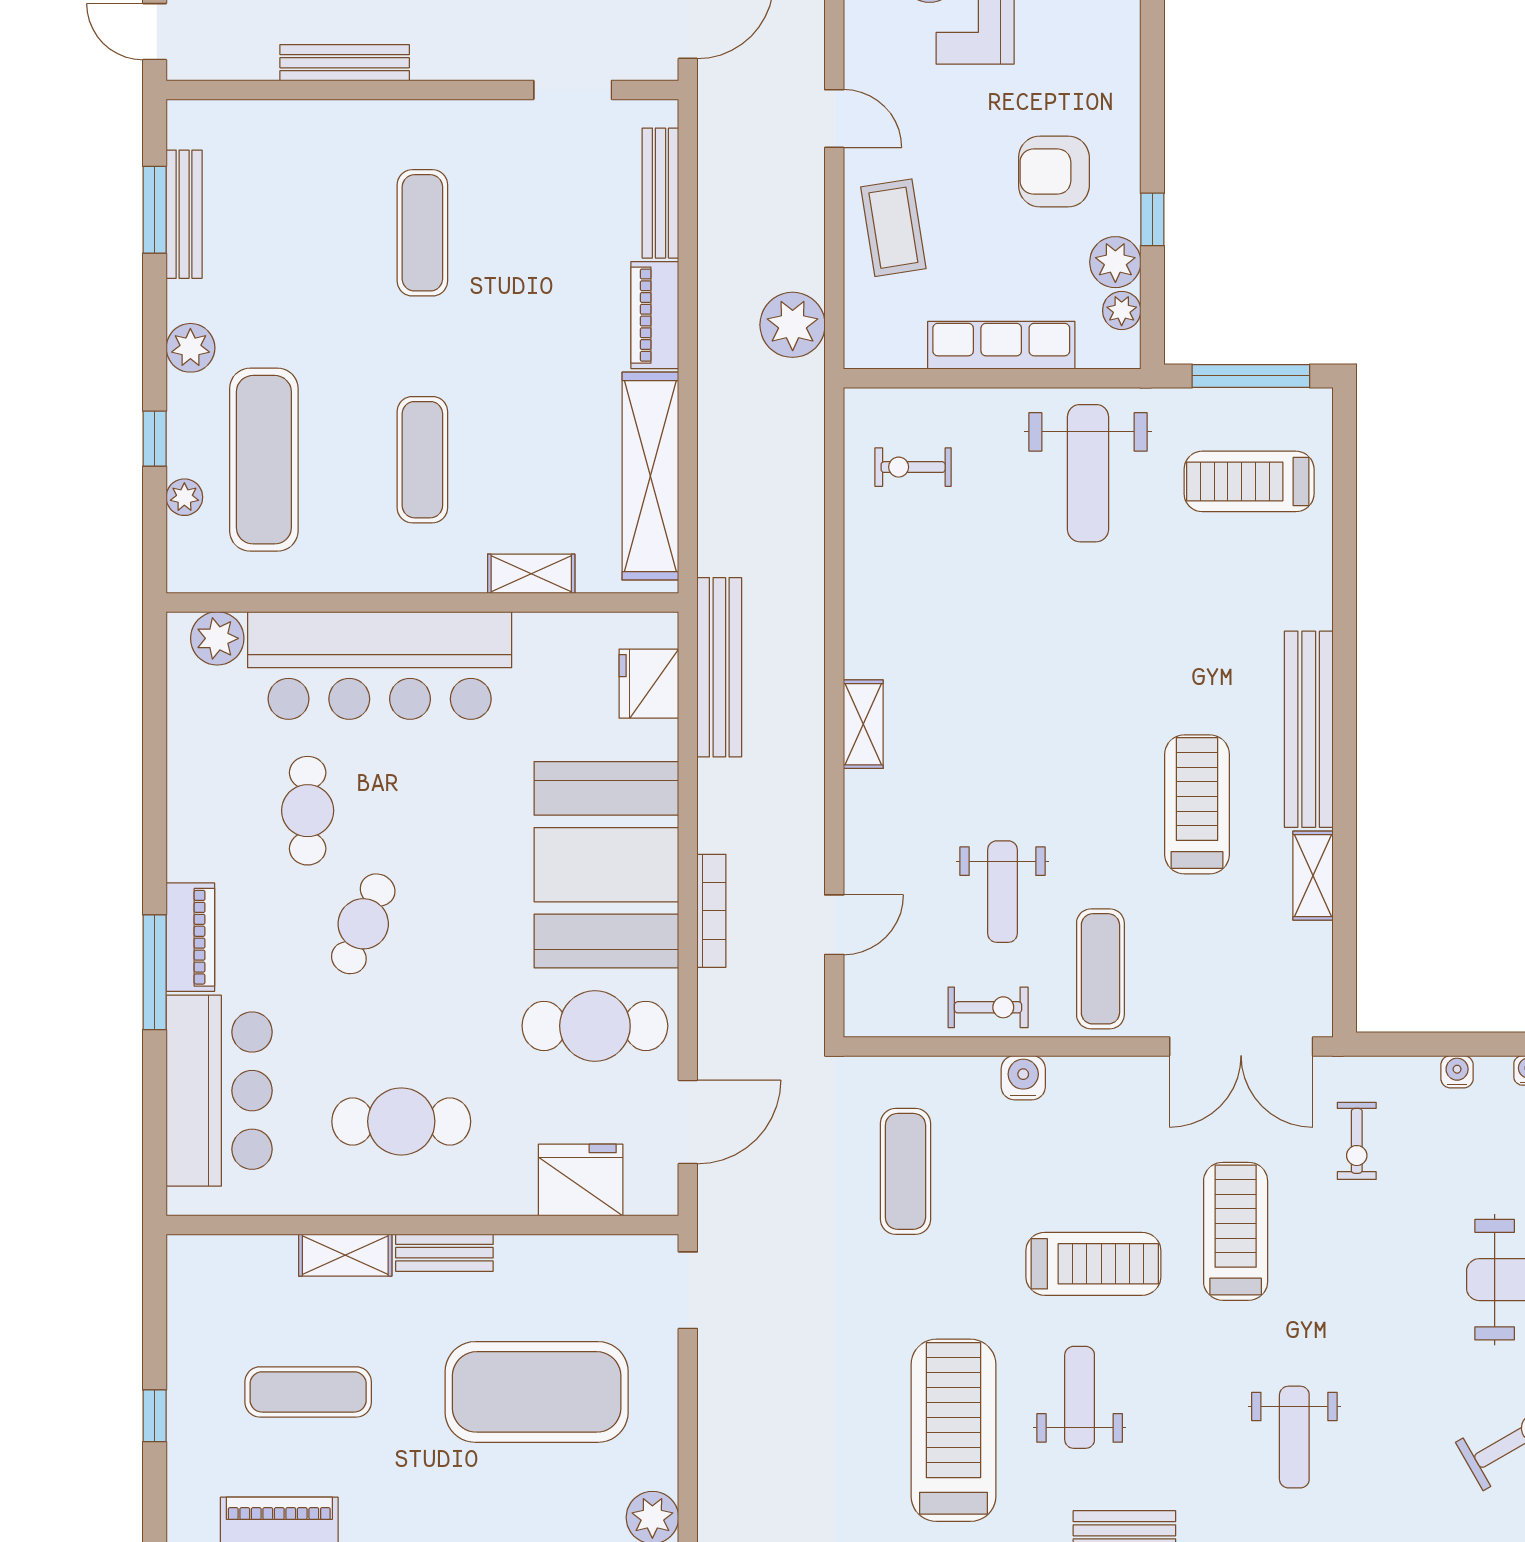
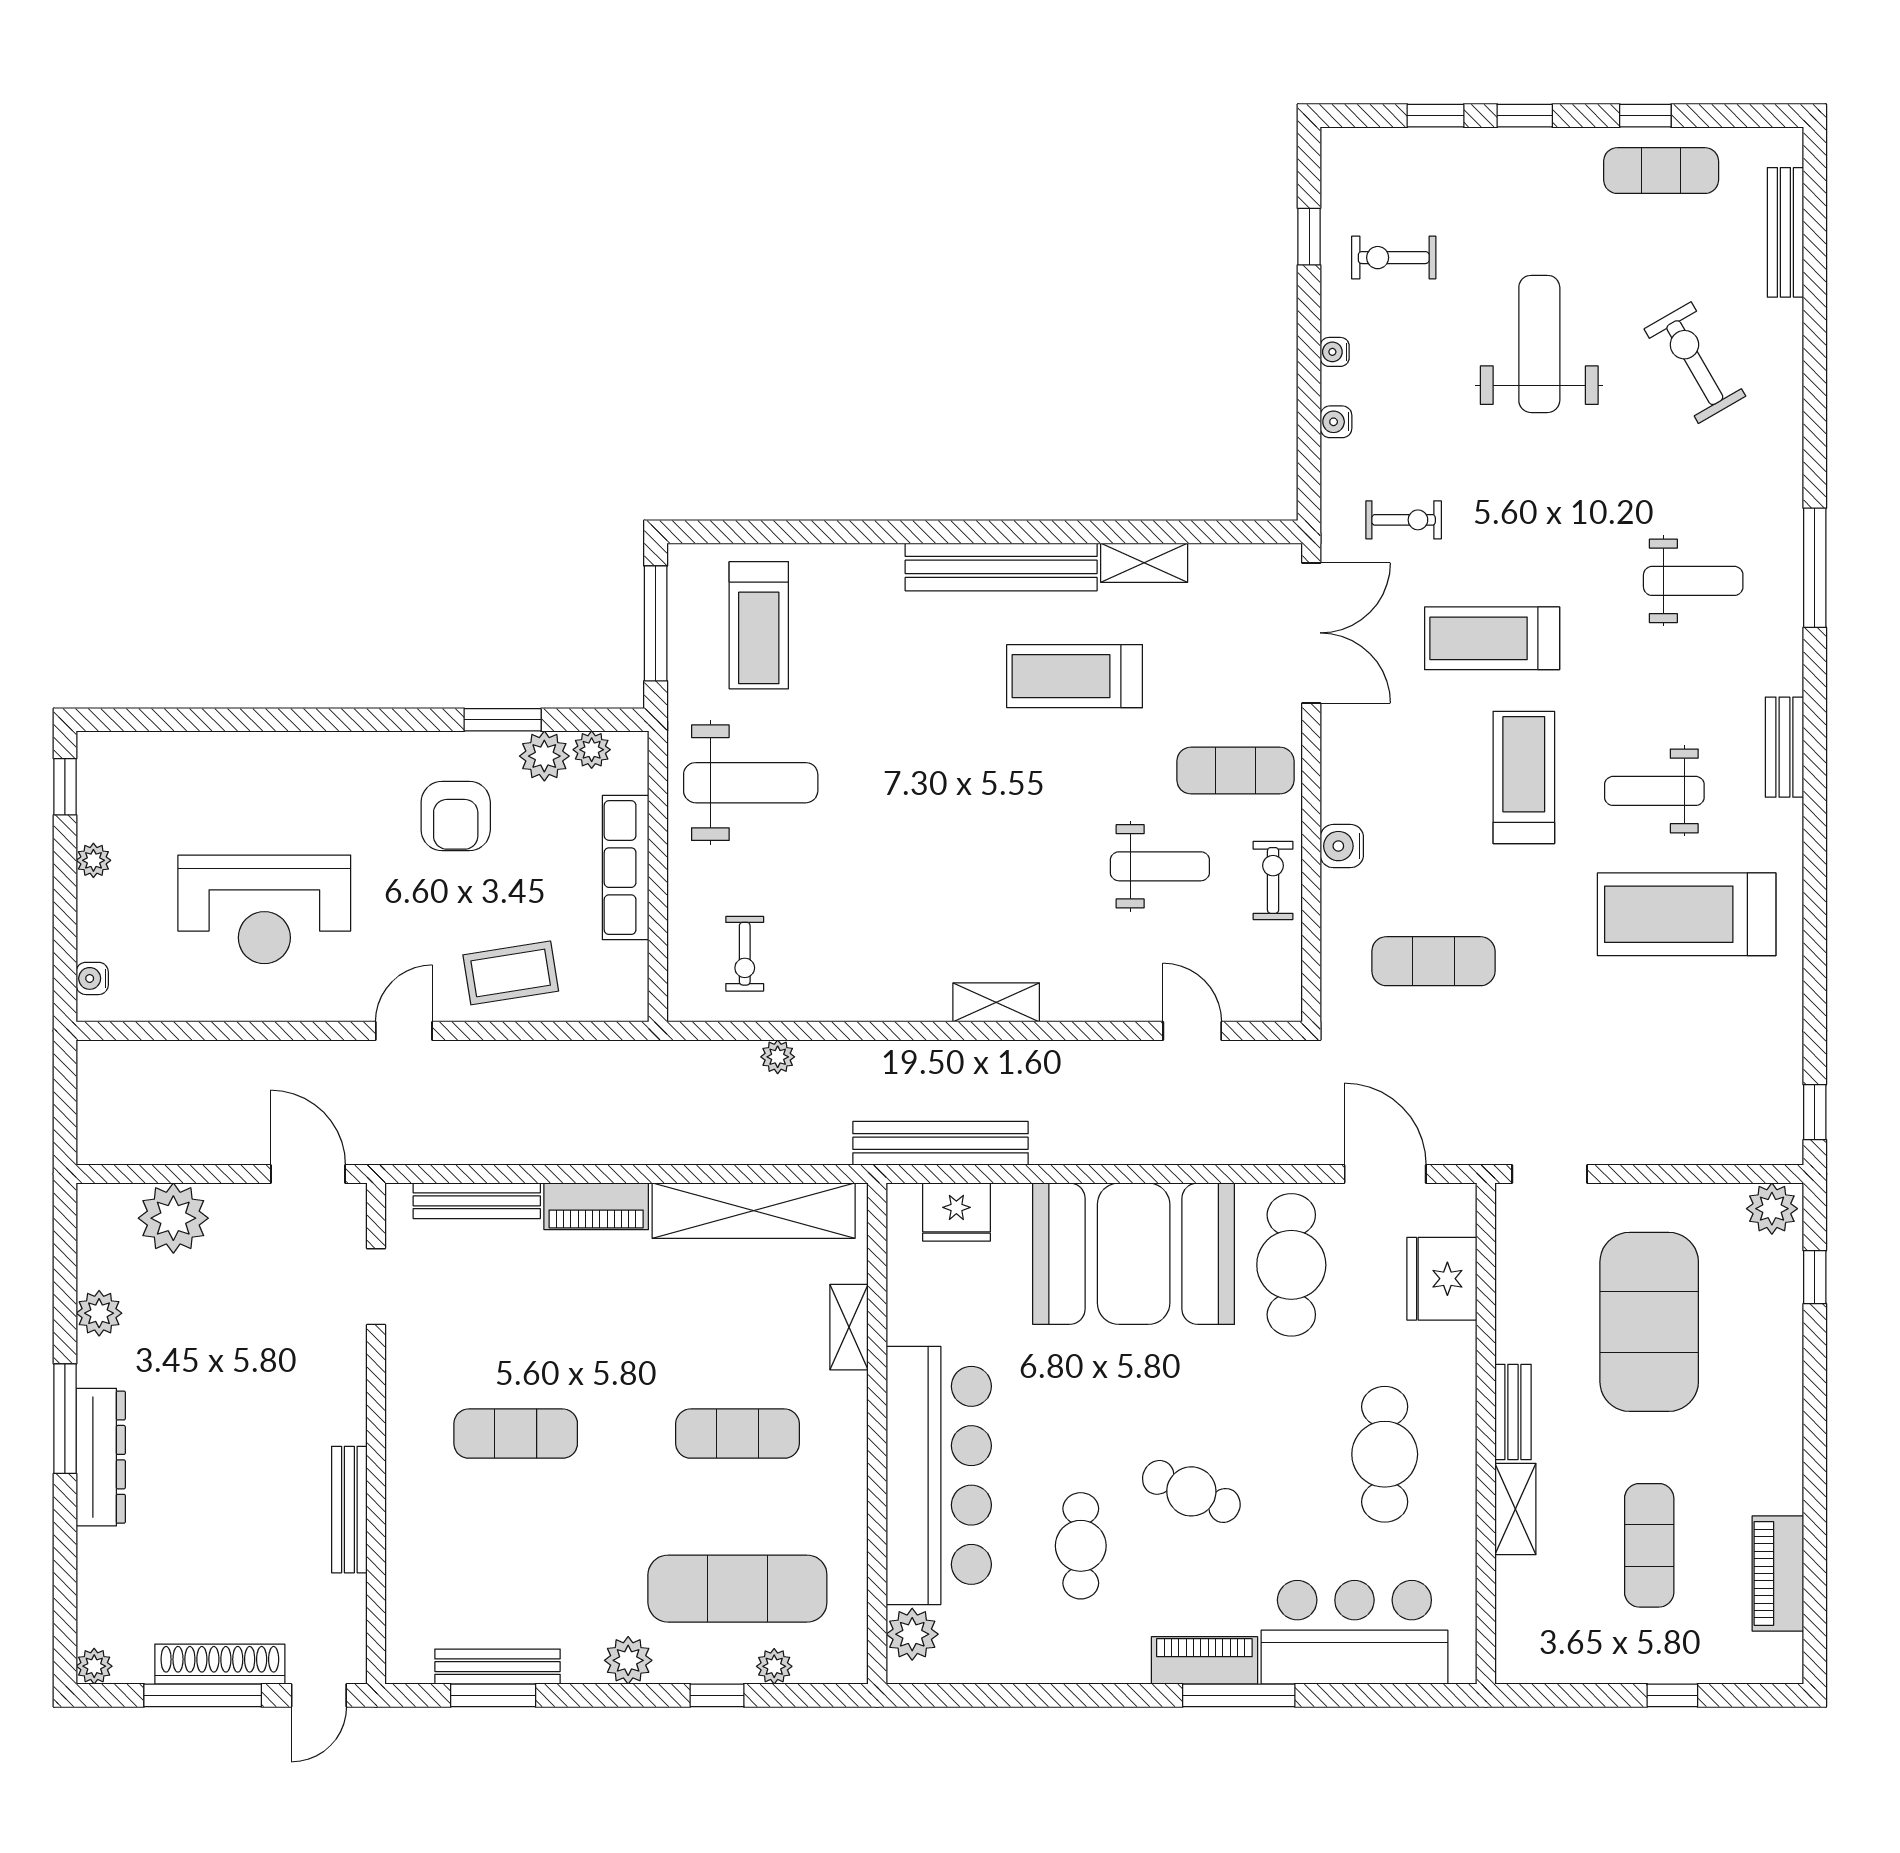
window: (1152, 219) -> (503, 720), width x1.50
plant: (793, 325) -> (778, 1057), moved, width x0.53, depth x0.53
cafe table: (308, 811) -> (1081, 1546), turned 90
bookcase: (711, 911) -> (1179, 1151), removed

